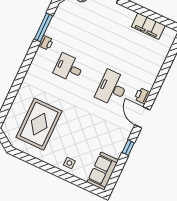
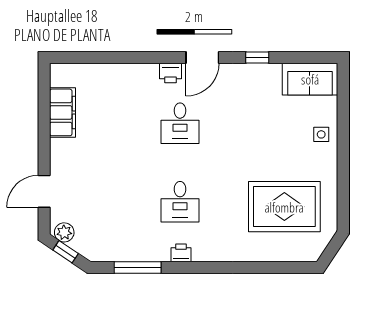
printer: (46, 43) -> (181, 253), moved
desk: (112, 88) -> (180, 123), width x0.73

